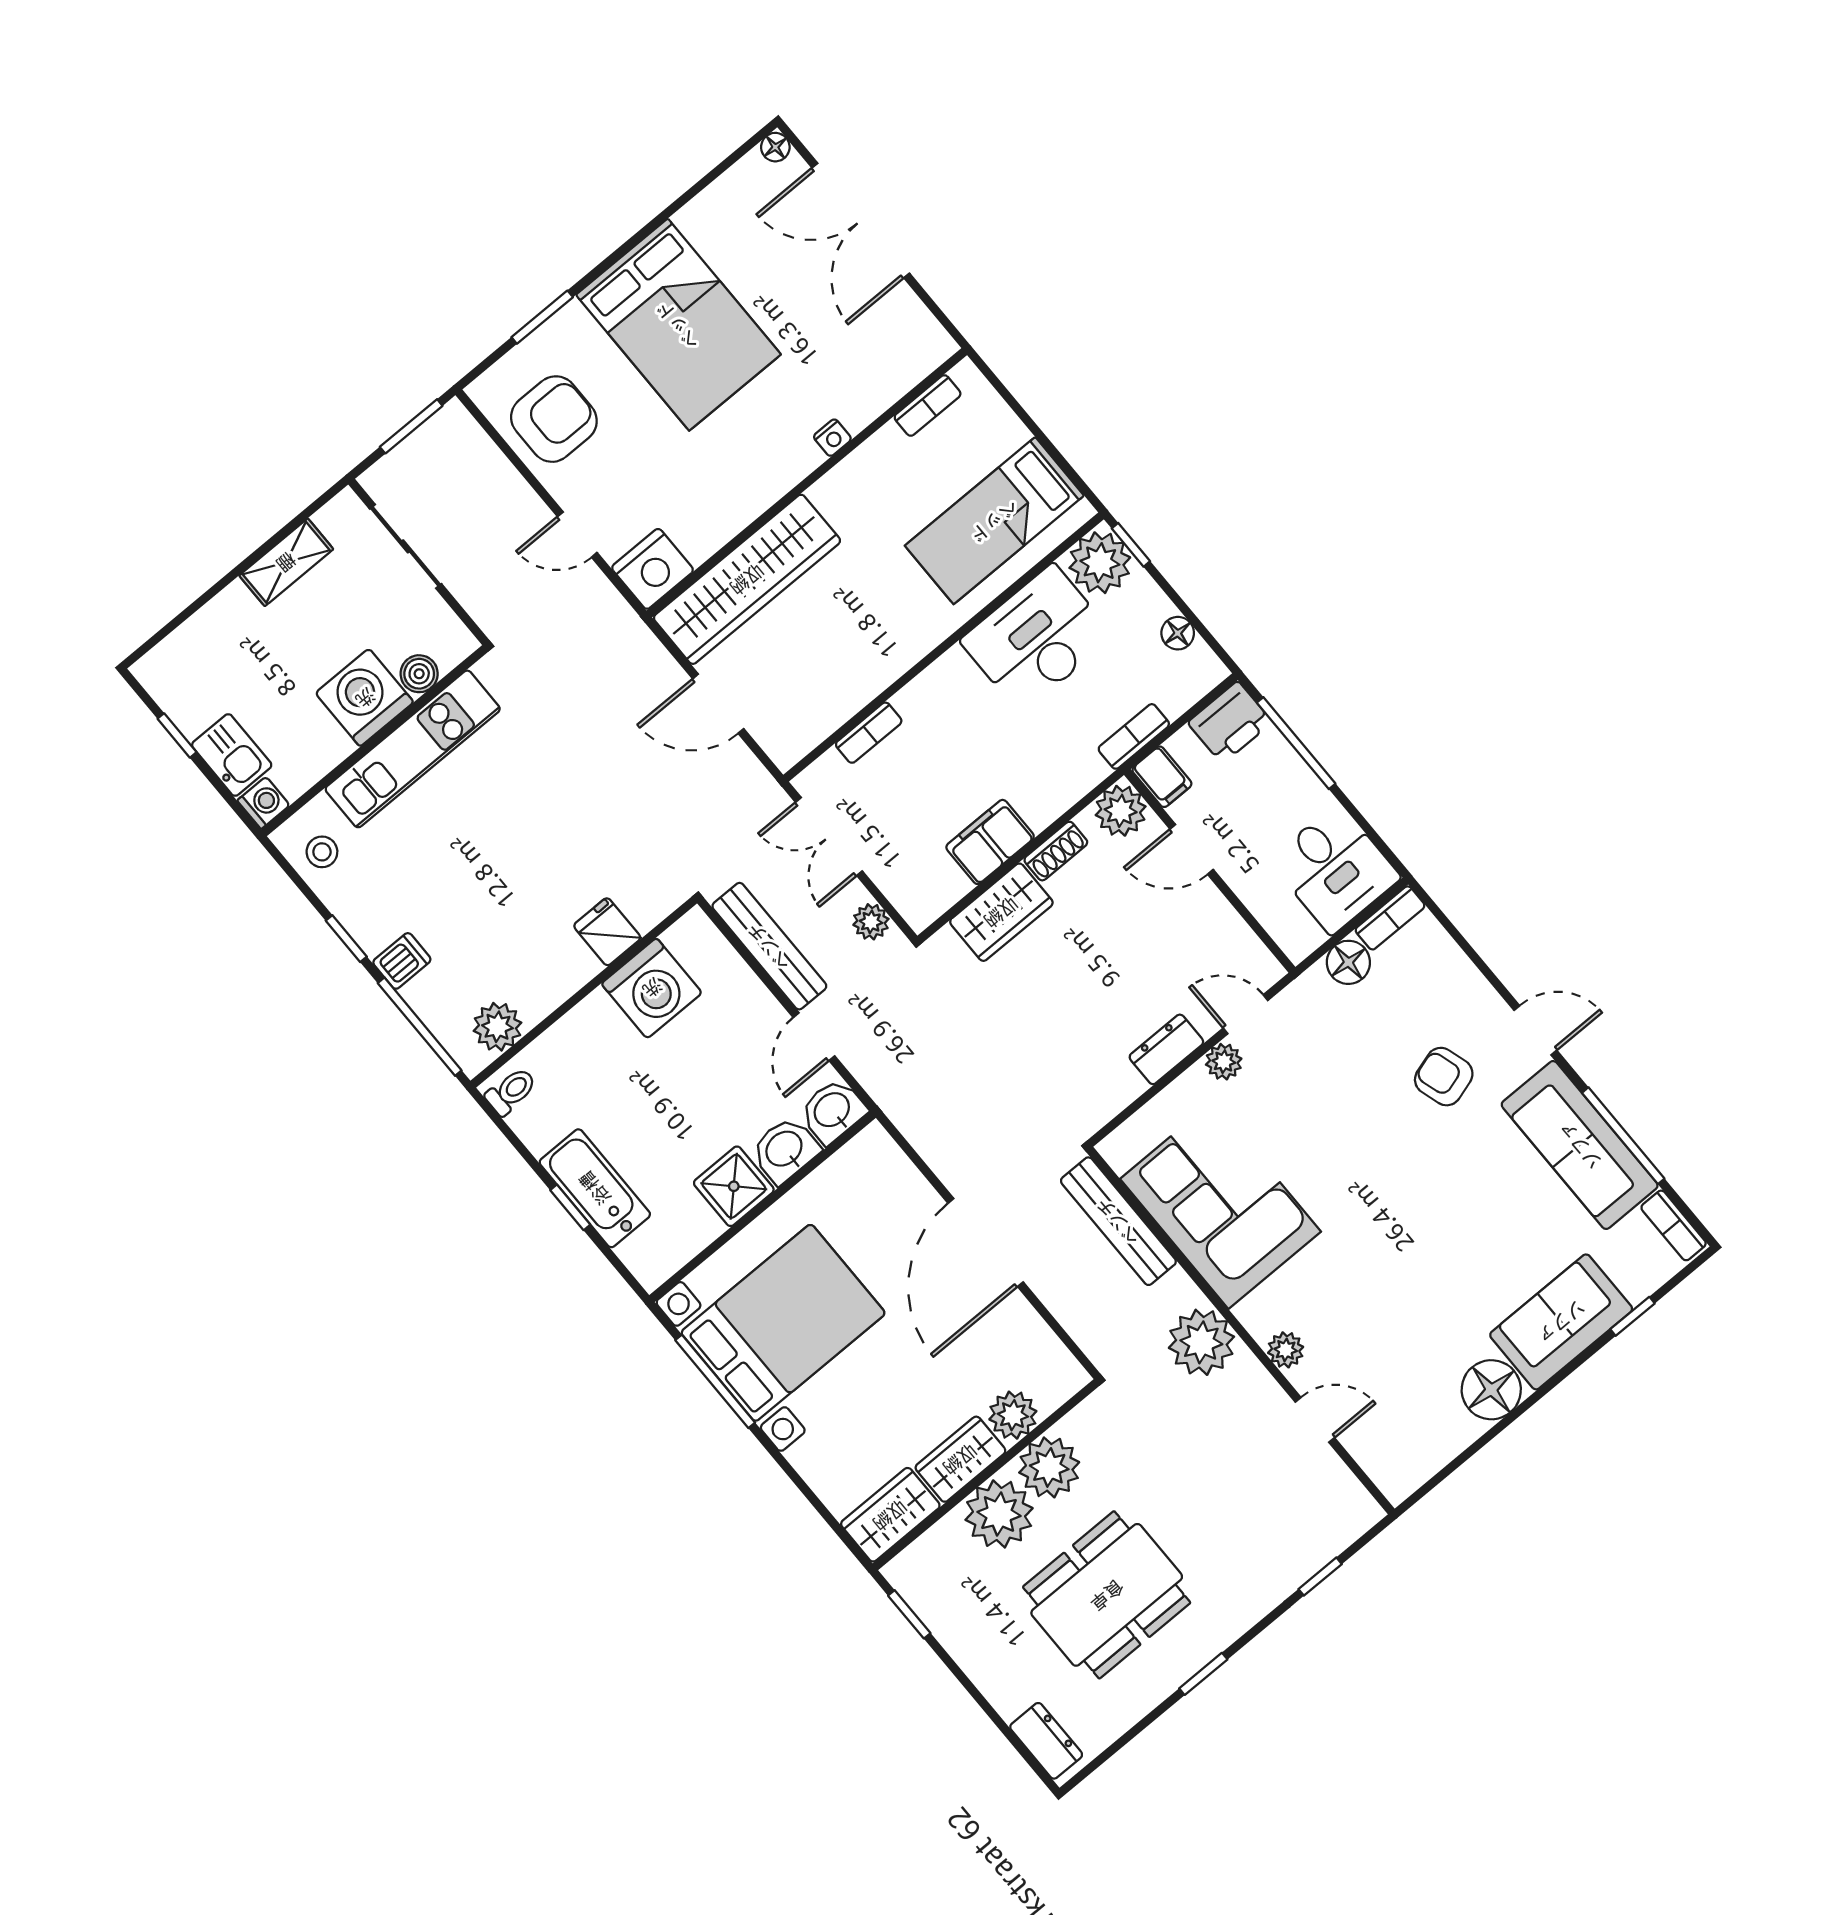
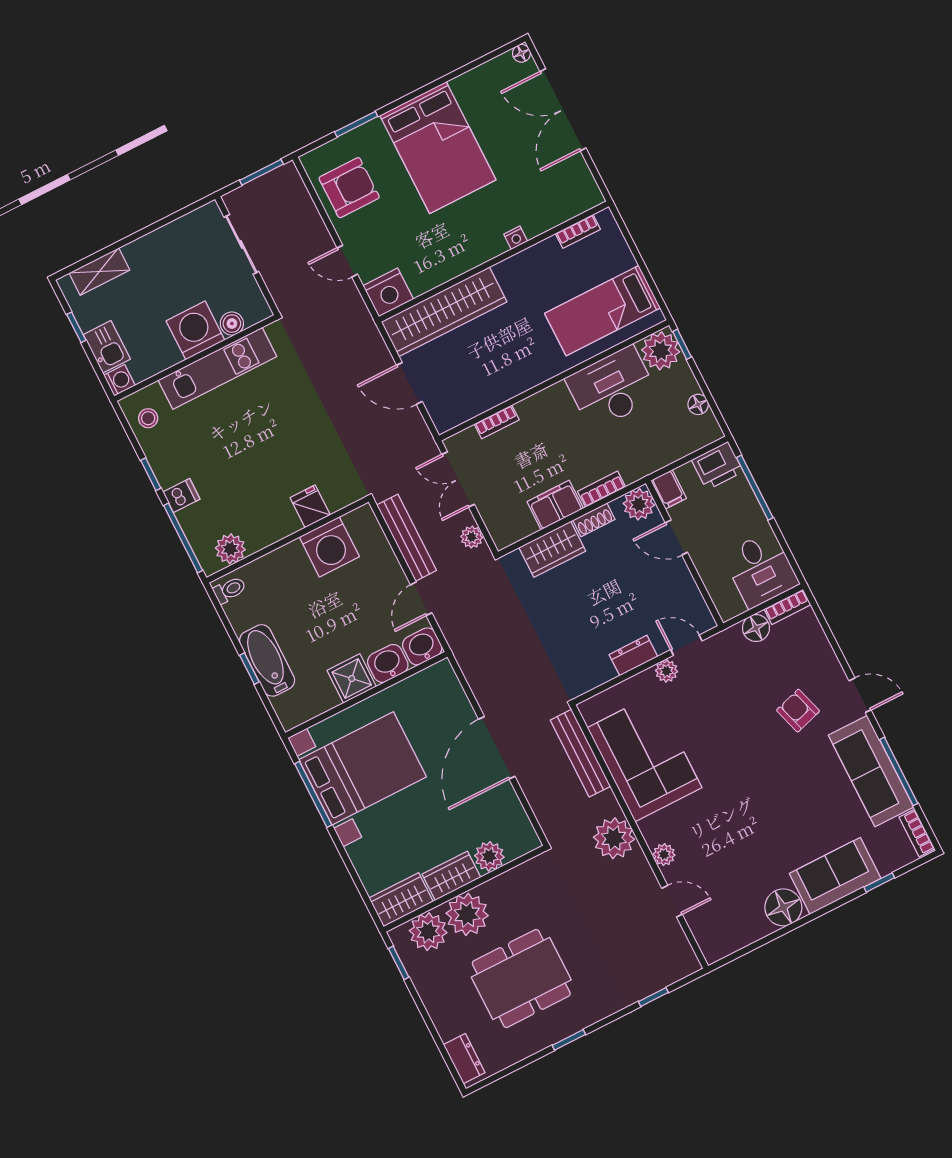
shelving: (286, 562) -> (99, 272), moved
bookcase: (1134, 736) -> (602, 489), moved
plant: (1049, 1467) -> (428, 932), moved

